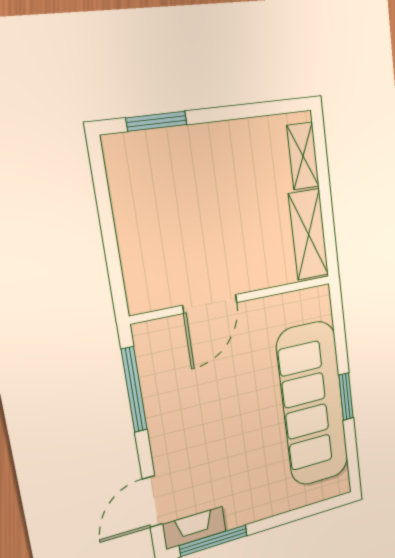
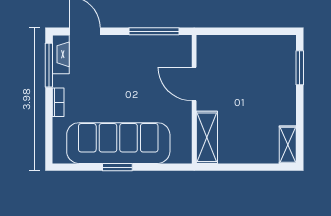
shelving: (303, 156) -> (288, 145), moved, turned 90
shelving: (309, 234) -> (207, 137), moved, turned 90
bookcase: (266, 510) -> (58, 102), added

